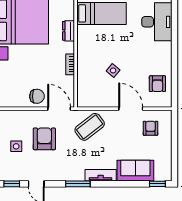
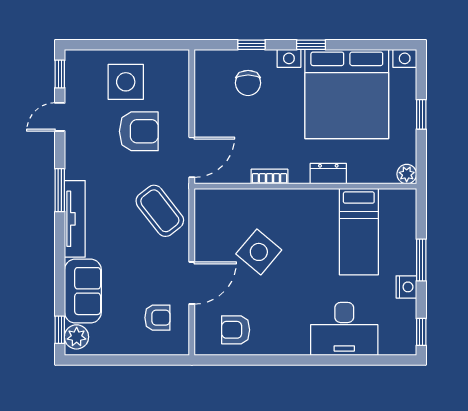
side table: (113, 70) -> (259, 252), width x1.87, depth x1.87
chair: (37, 96) -> (248, 83), moved
side table: (16, 146) -> (126, 82), width x1.87, depth x1.87
plant: (162, 174) -> (77, 337), added
tv unit: (101, 175) -> (75, 219), width x1.41

